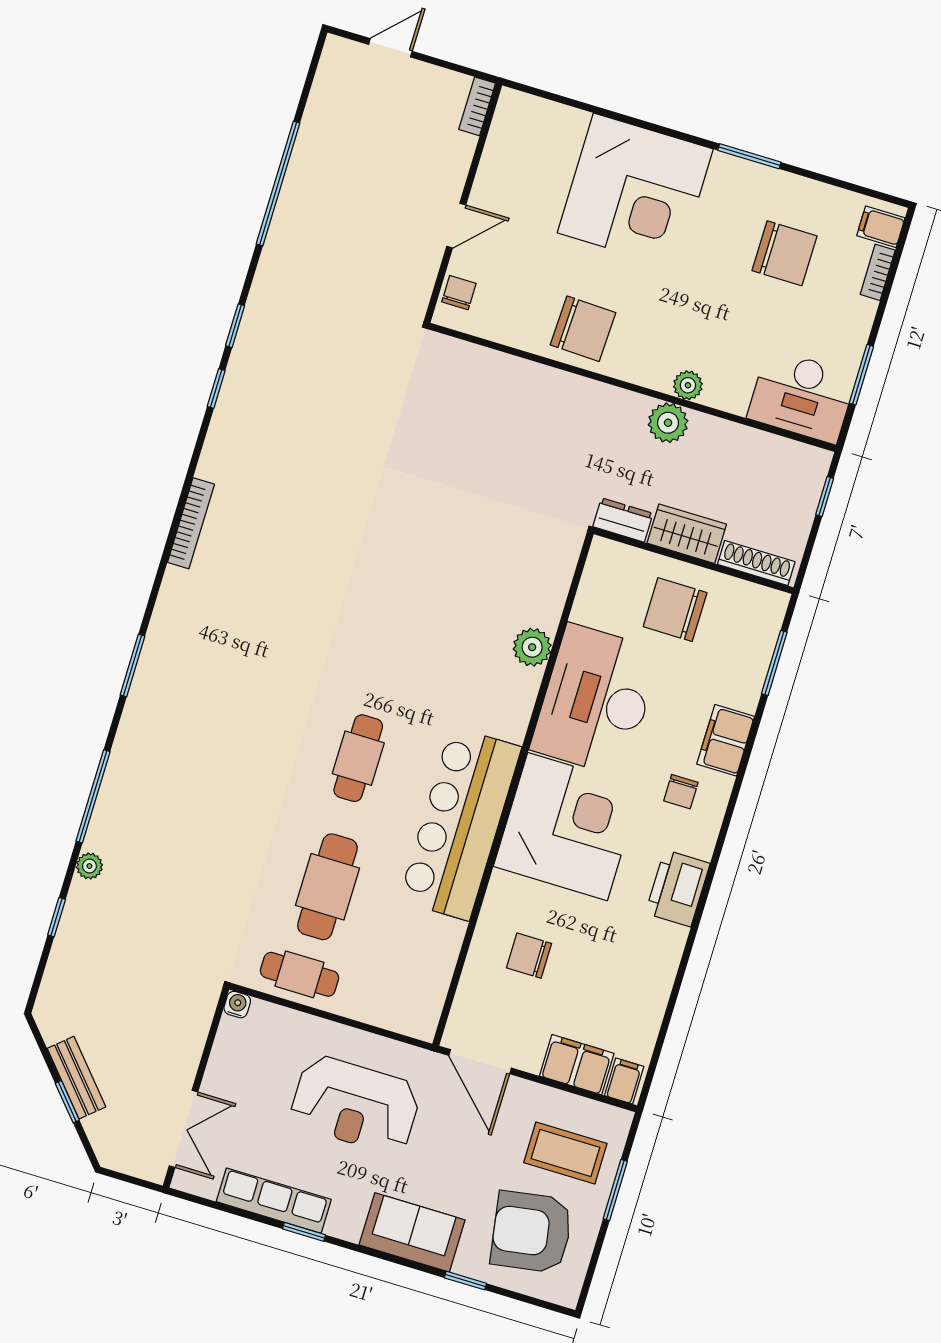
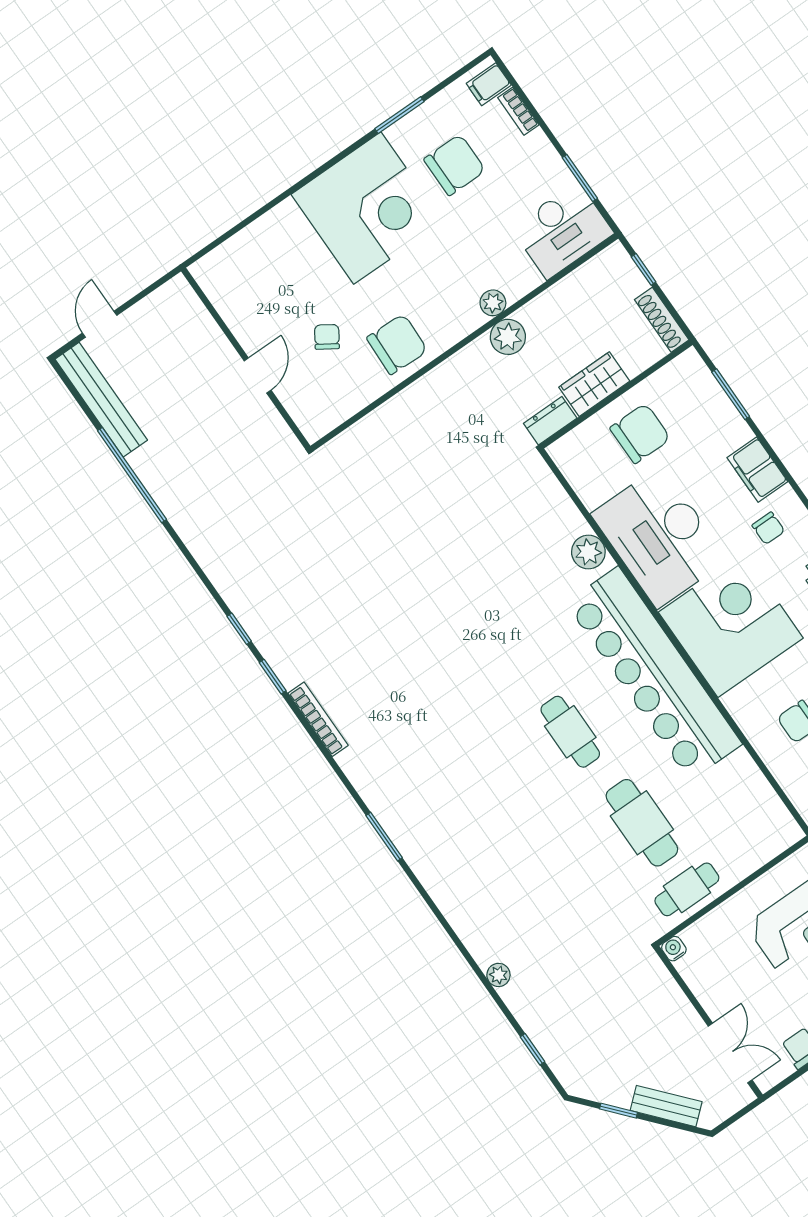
bench: (324, 103) -> (101, 400), added
bookcase: (477, 106) -> (187, 296), removed
window: (749, 156) -> (399, 115), moved
corner desk: (635, 191) -> (367, 208), moved
chair: (459, 293) -> (327, 337), moved, turned 33
window: (235, 326) -> (273, 677), moved
shoe rack: (756, 563) -> (662, 320), moved, turned -90
chair: (675, 610) -> (640, 433), turned 180
window: (93, 796) -> (453, 935), removed
bar counter: (460, 824) -> (654, 673), width x1.36
window: (57, 917) -> (532, 1049), moved
bench: (76, 1078) -> (666, 1106), moved
window: (67, 1102) -> (619, 1111), moved

